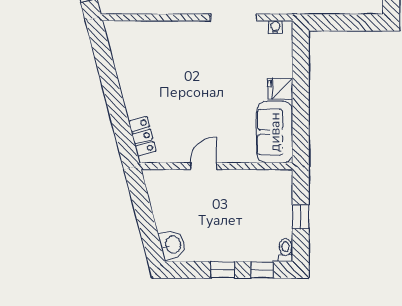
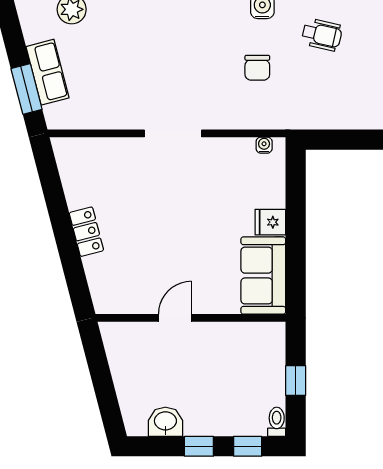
doorway: (234, 17) -> (173, 133), moved
locker: (142, 136) -> (86, 232), moved
washbasin: (172, 245) -> (165, 422), moved, turned -75

